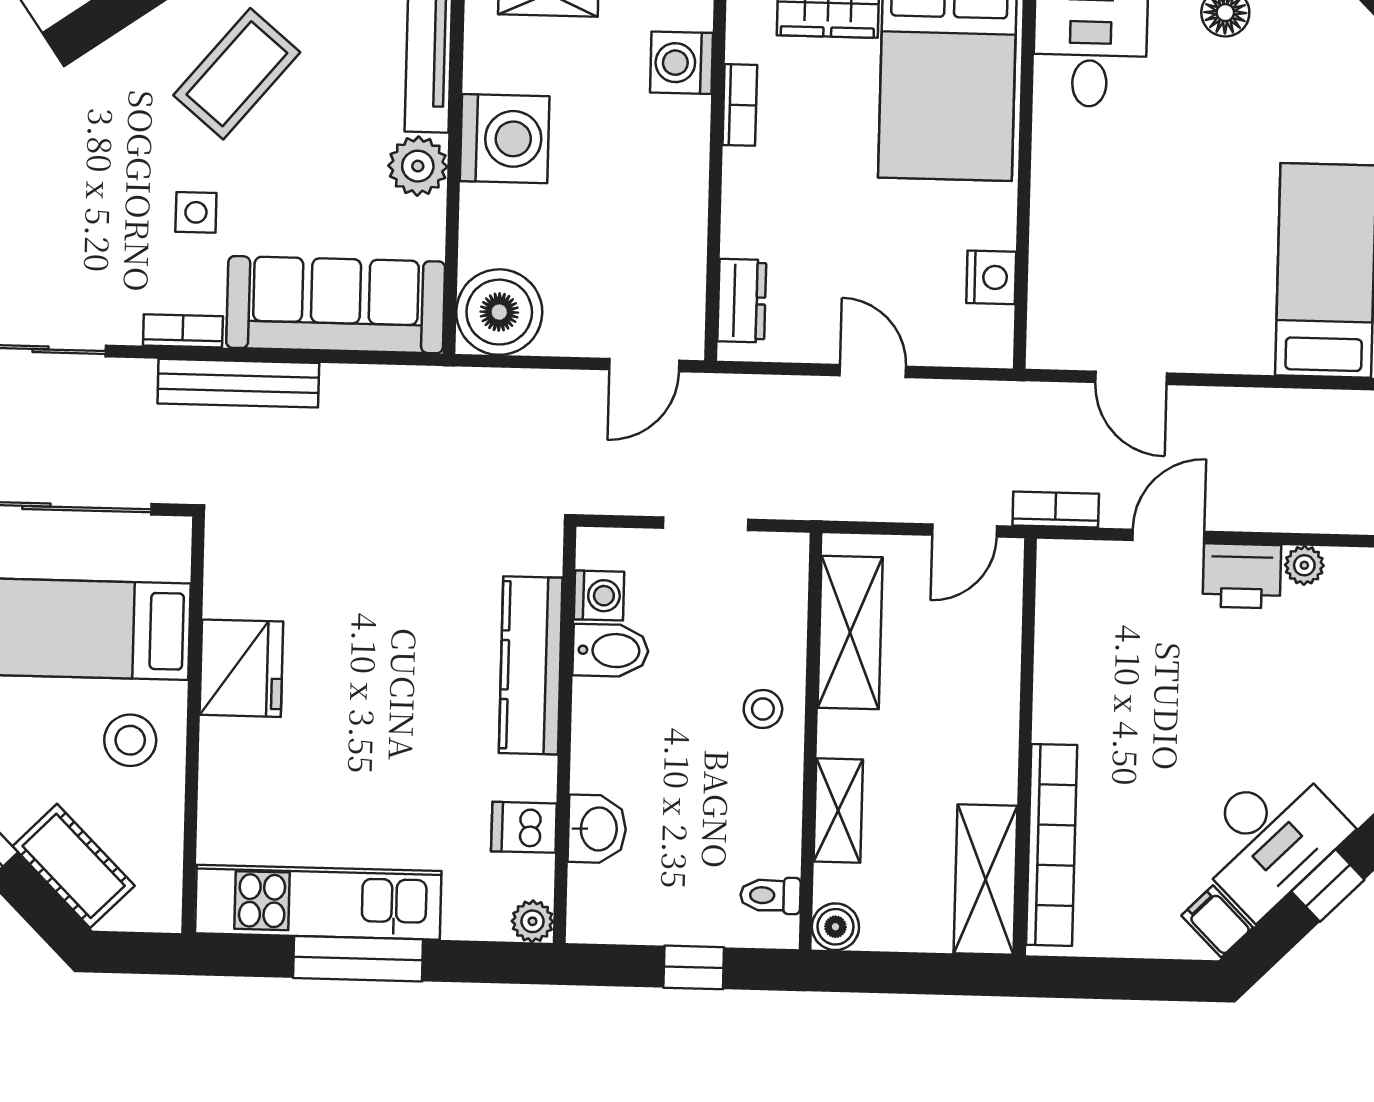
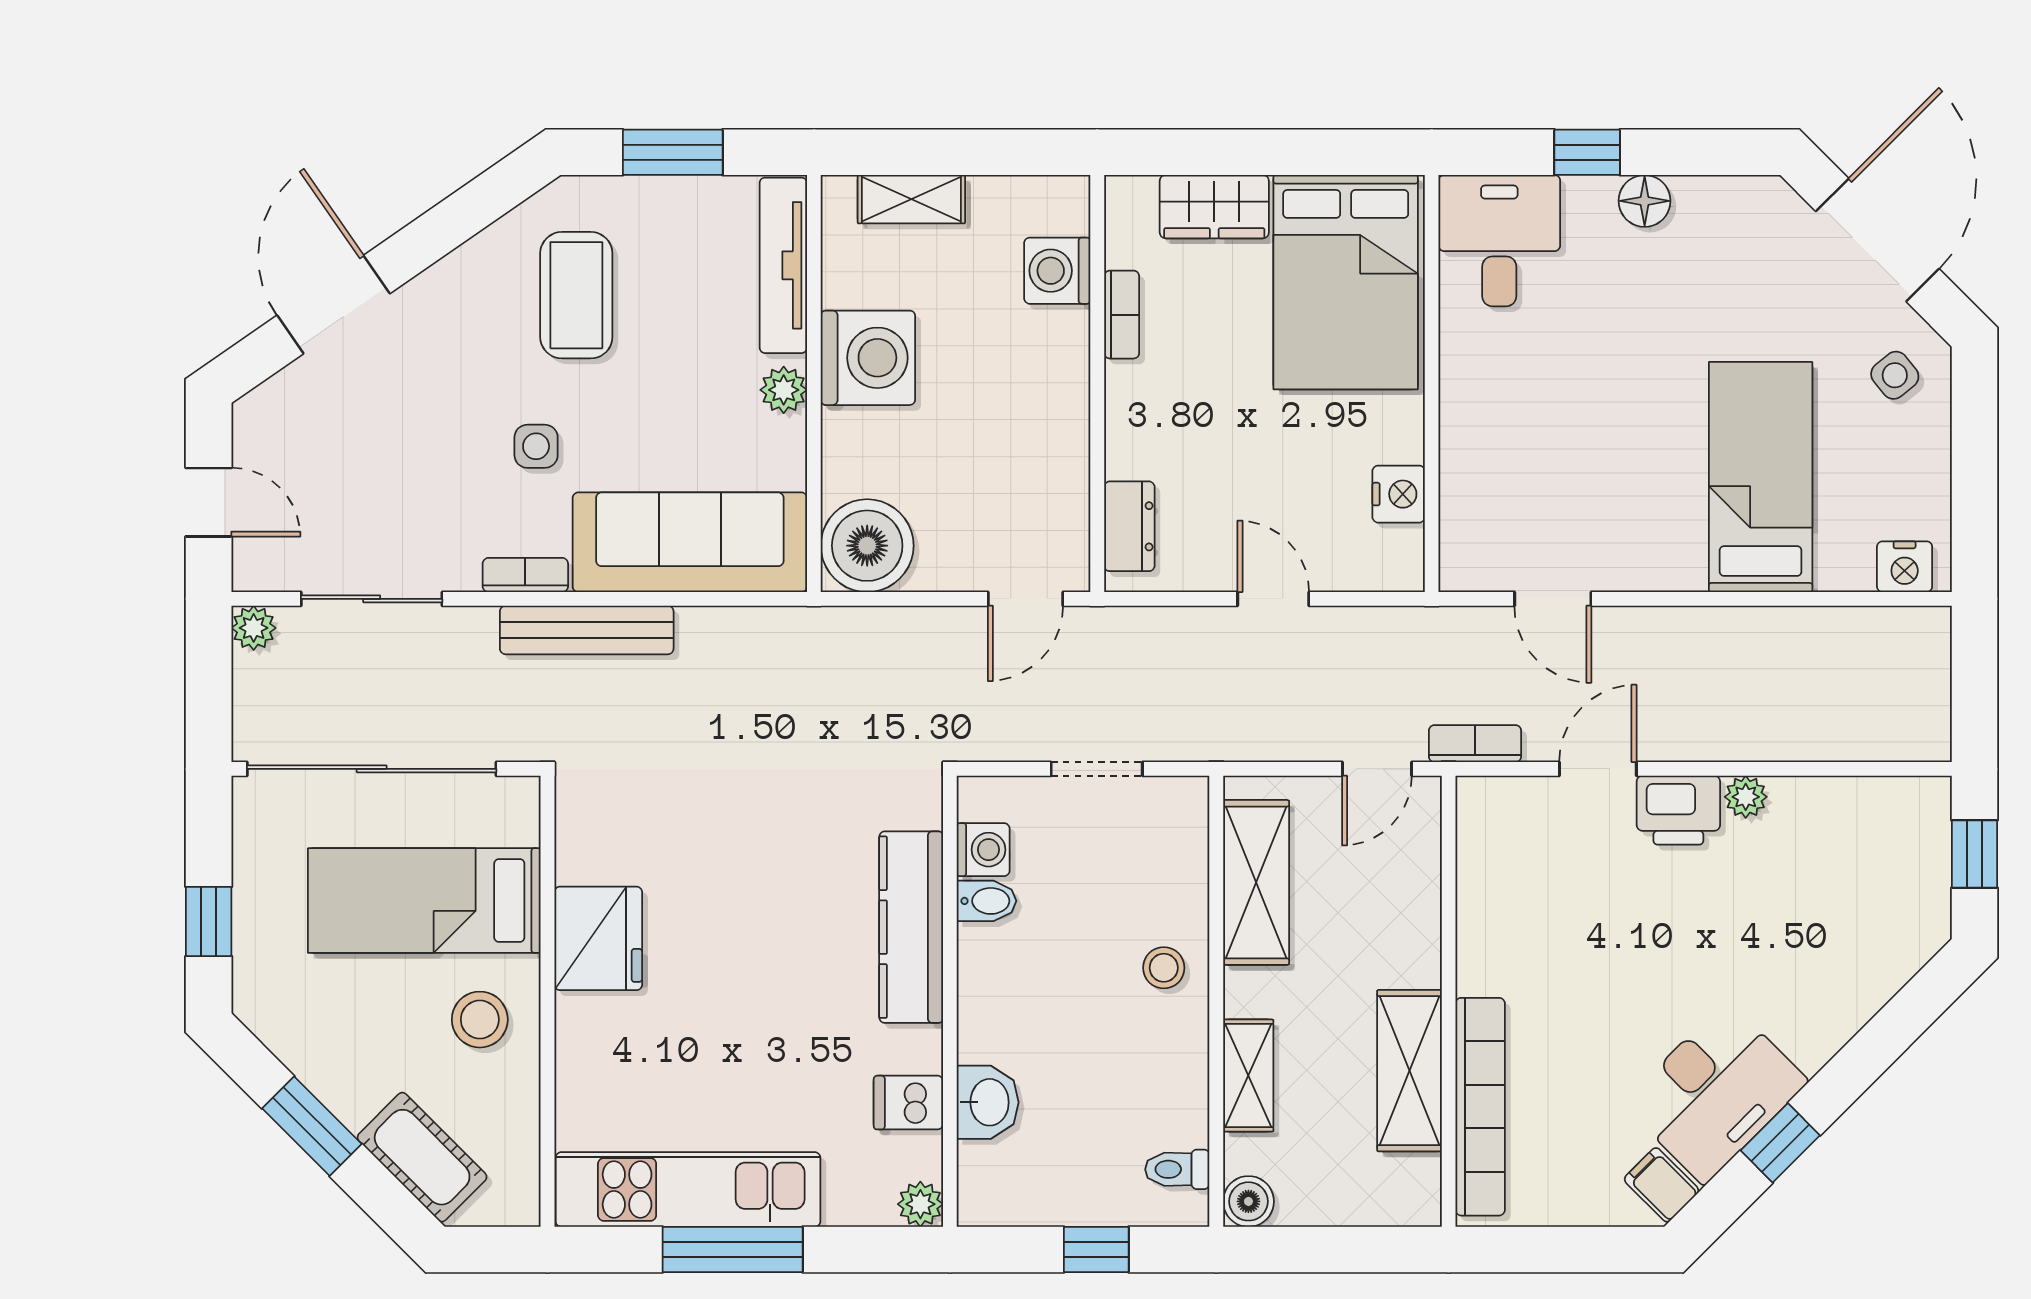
coffee table: (237, 74) -> (576, 295), turned -40
plant: (418, 166) -> (784, 390), width x0.73, depth x0.73
bidet: (611, 650) -> (987, 901), width x0.72, depth x0.74
shelving: (985, 879) -> (1409, 1071), moved

